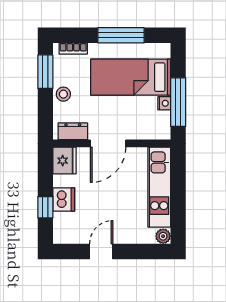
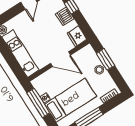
window: (45, 72) -> (105, 59), moved
dresser: (73, 131) -> (82, 54), removed
door: (108, 143) -> (60, 59), swing flipped

